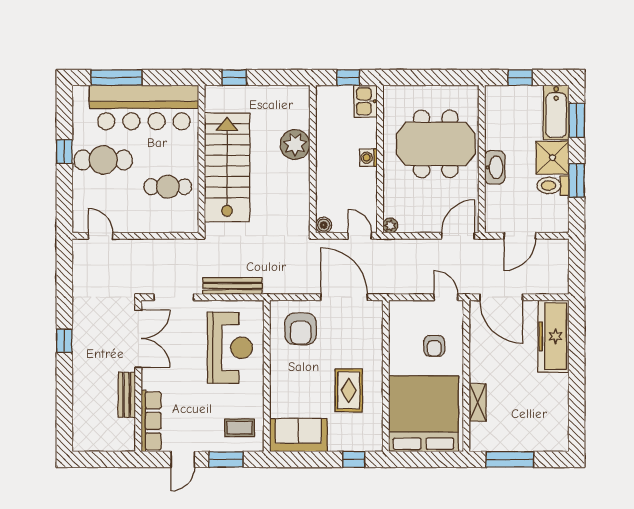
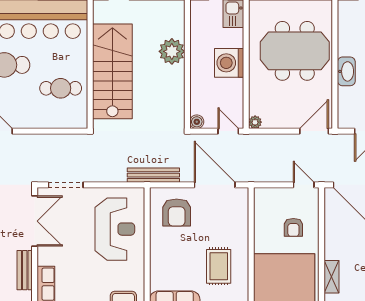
washing machine: (368, 158) -> (229, 63), width x1.89, depth x1.89
bench: (232, 286) -> (153, 175), moved

